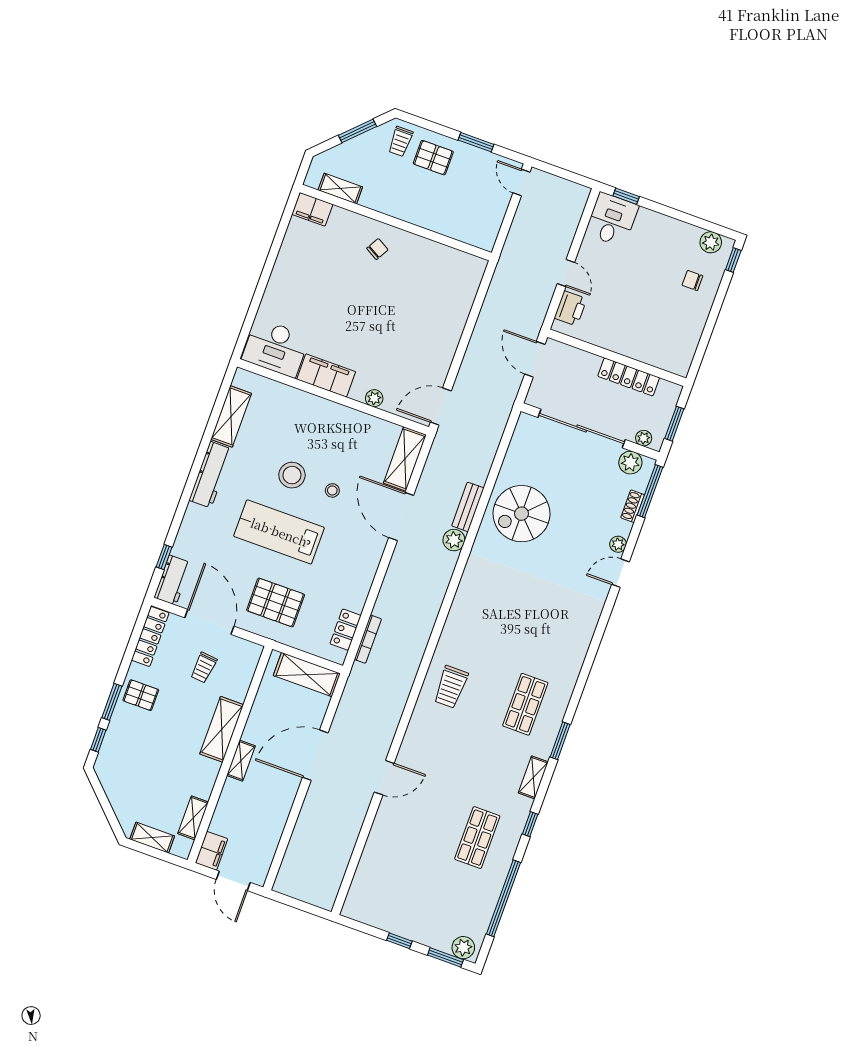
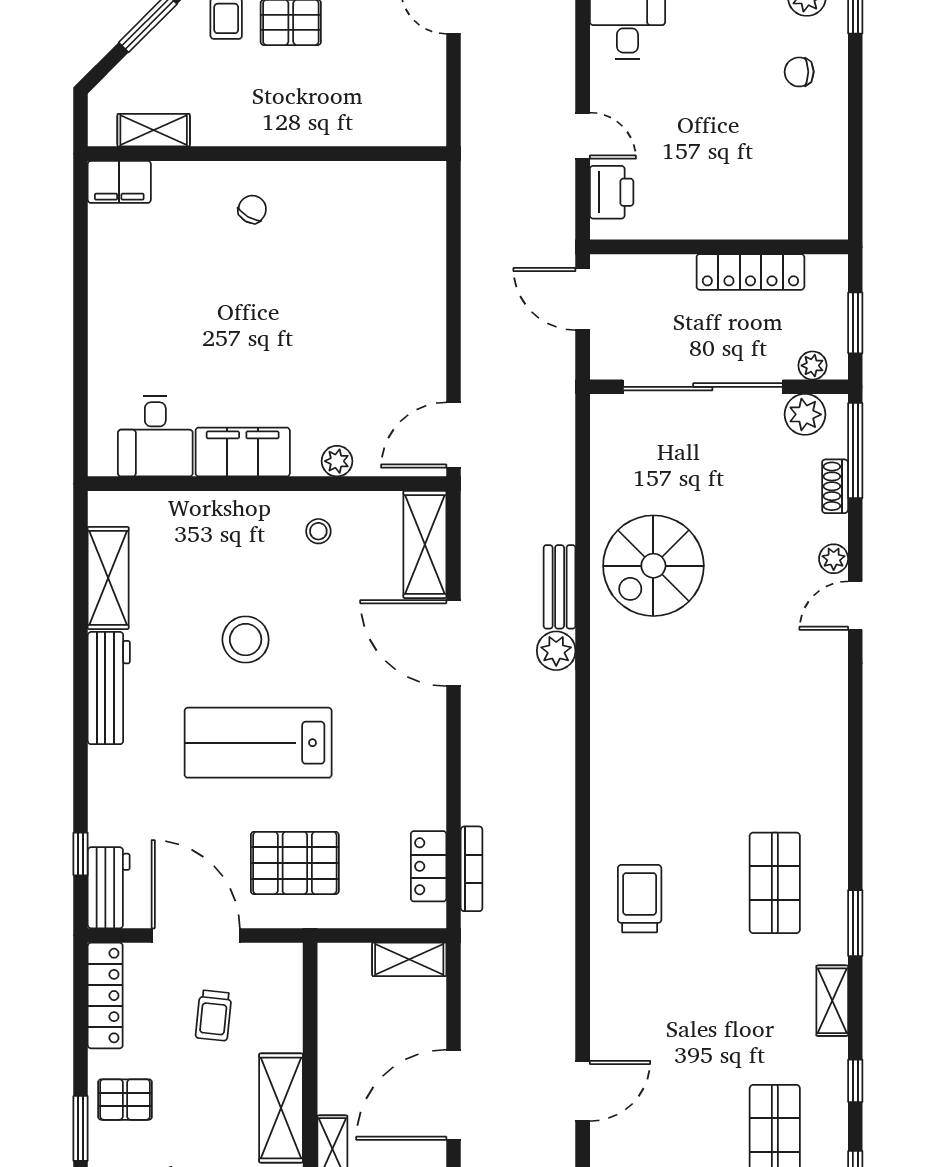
desk: (276, 348) -> (155, 436), width x0.73
stool: (332, 490) -> (318, 531), moved
shelving: (307, 675) -> (409, 959), width x0.67, depth x0.75
trolley: (451, 687) -> (640, 899), turned 180

